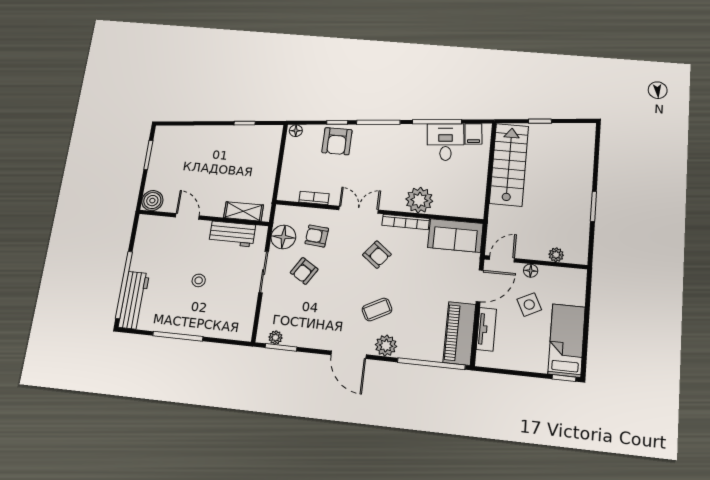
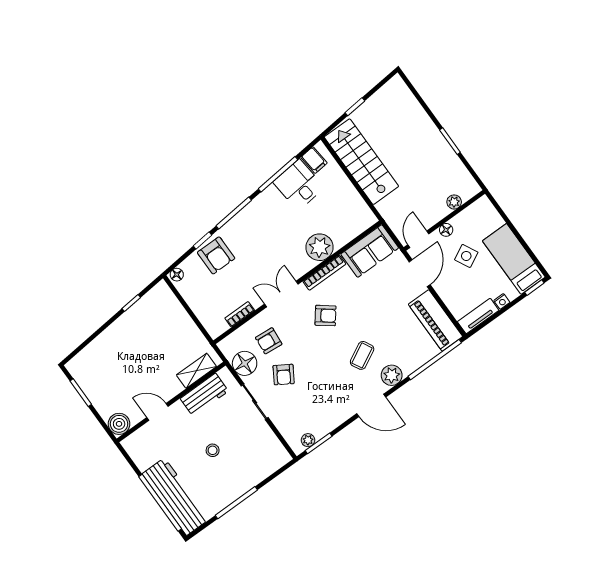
workbench: (134, 300) -> (176, 497), width x1.36, depth x1.32
tv unit: (486, 329) -> (478, 316), moved, turned -90
nightstand: (527, 366) -> (502, 301), added

